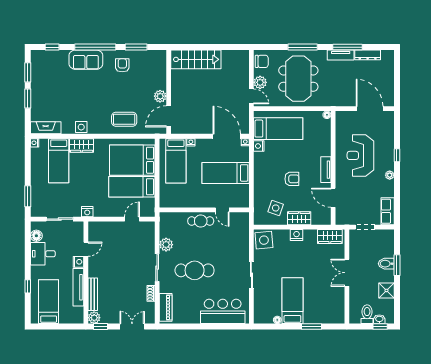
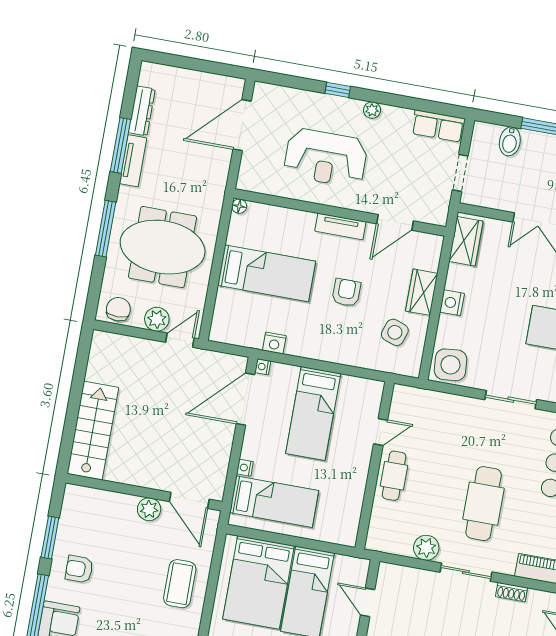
bed: (278, 129) -> (267, 273), moved, turned 90
bidet: (386, 264) -> (510, 141), moved

